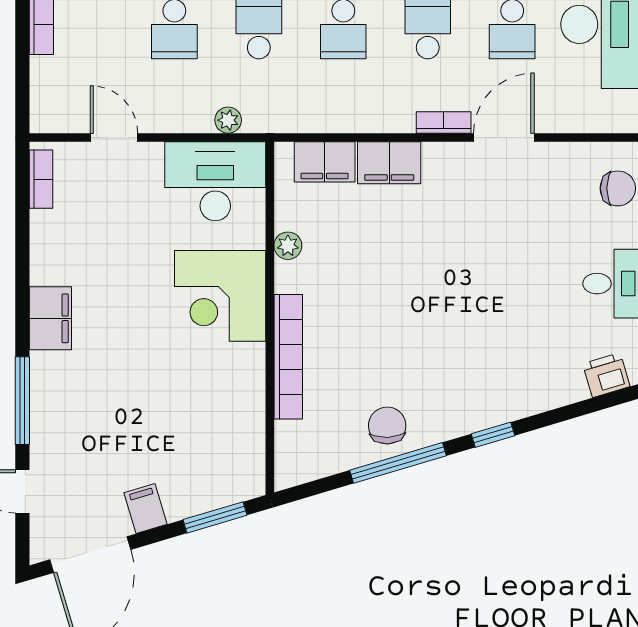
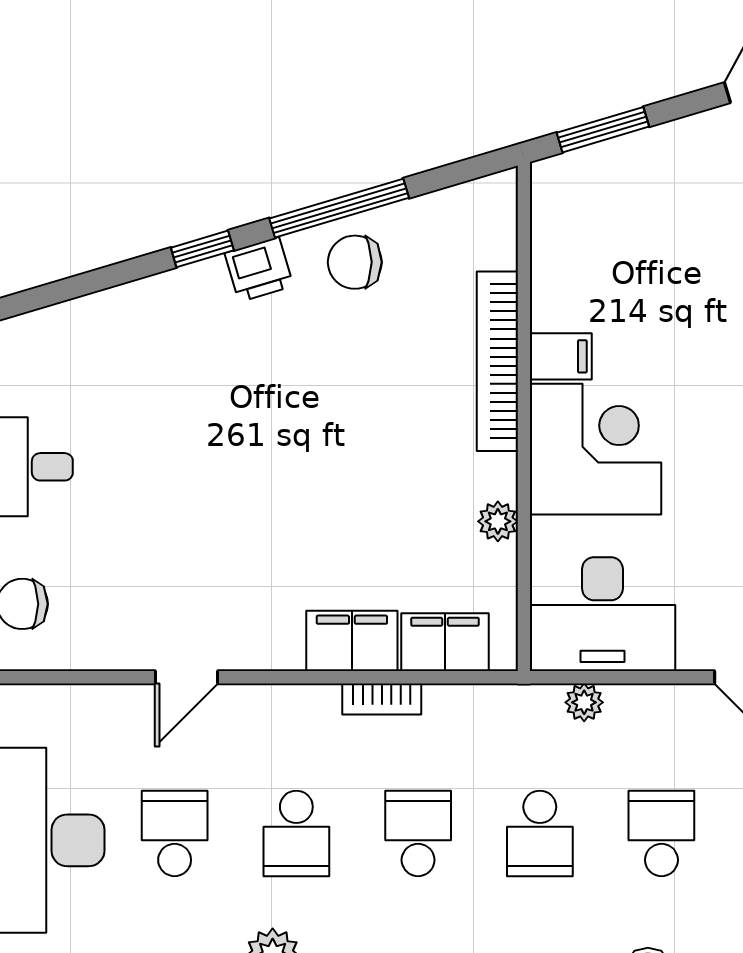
bookcase: (444, 122) -> (382, 699), moved
door: (504, 138) -> (187, 677), width x0.73
printer: (606, 375) -> (259, 269), moved
chair: (387, 426) -> (355, 262), turned 92
filing cabinet: (146, 508) -> (561, 356), moved, turned -73

